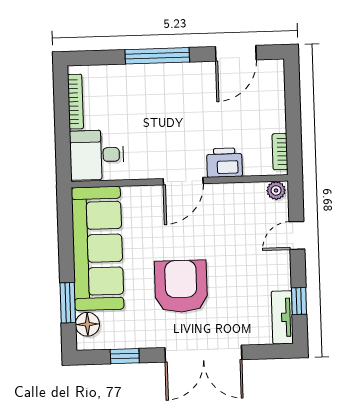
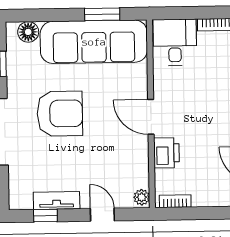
window: (68, 303) -> (102, 14), moved
tv unit: (282, 317) -> (57, 201), moved

